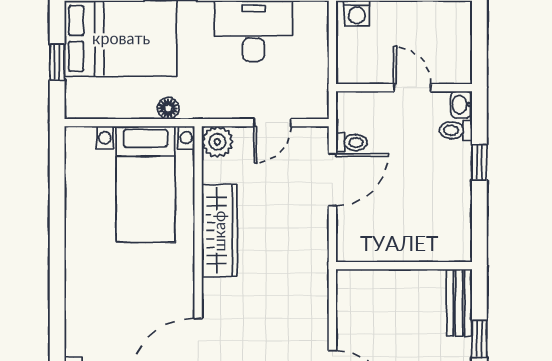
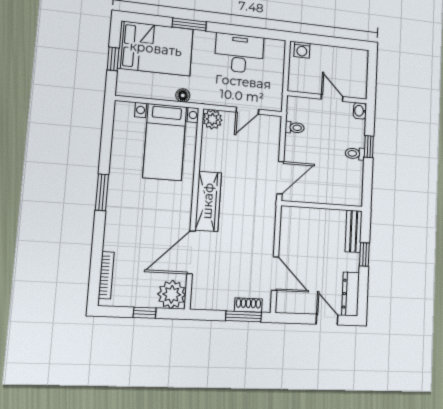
toilet: (456, 130) -> (355, 154), moved
door: (332, 180) -> (280, 178), moved
wardrobe: (219, 231) -> (208, 201), moved
window: (57, 269) -> (102, 192), added

